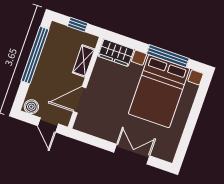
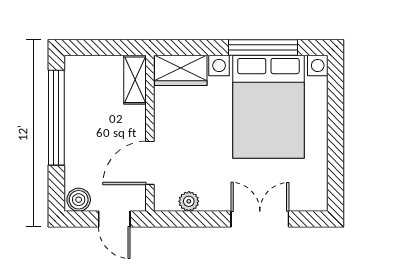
window: (78, 25) -> (106, 47), removed
shelving: (84, 61) -> (135, 80), moved
plant: (94, 130) -> (189, 201), added

